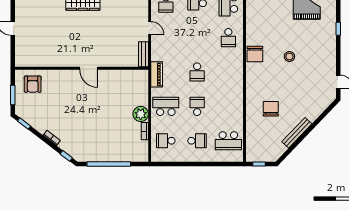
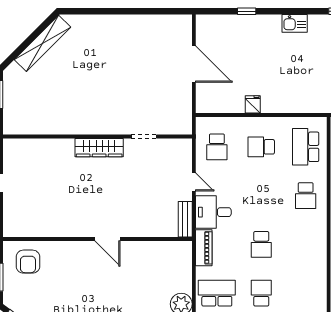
desk: (163, 49) -> (213, 212), added

